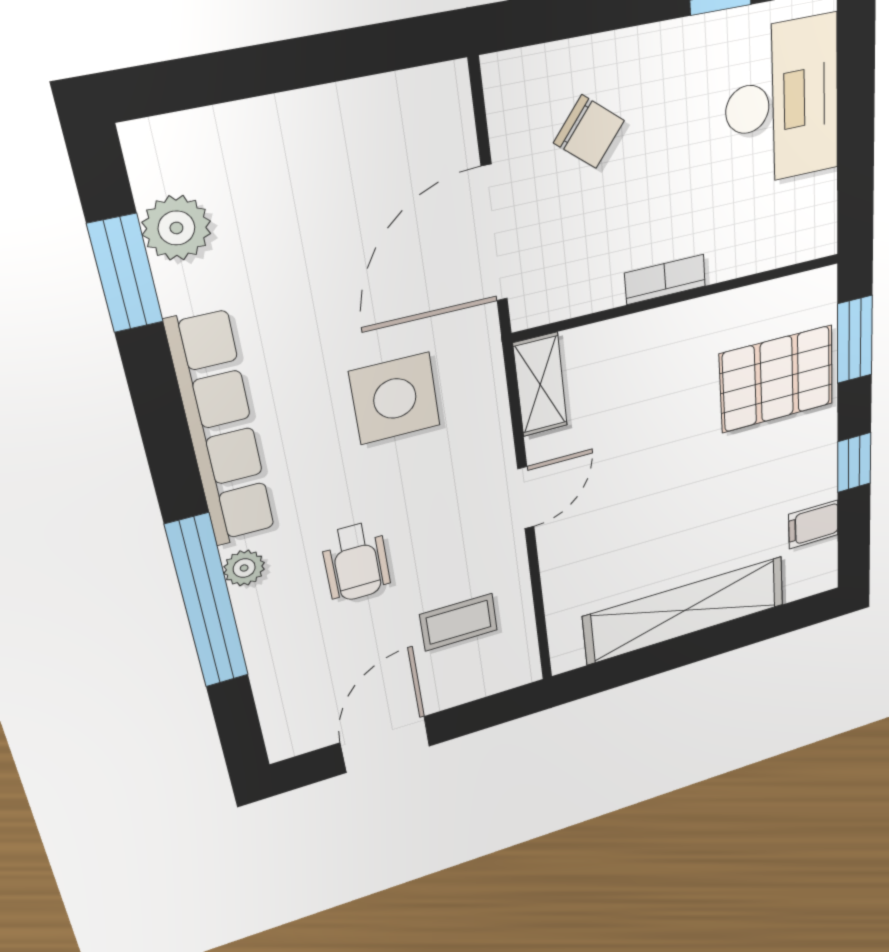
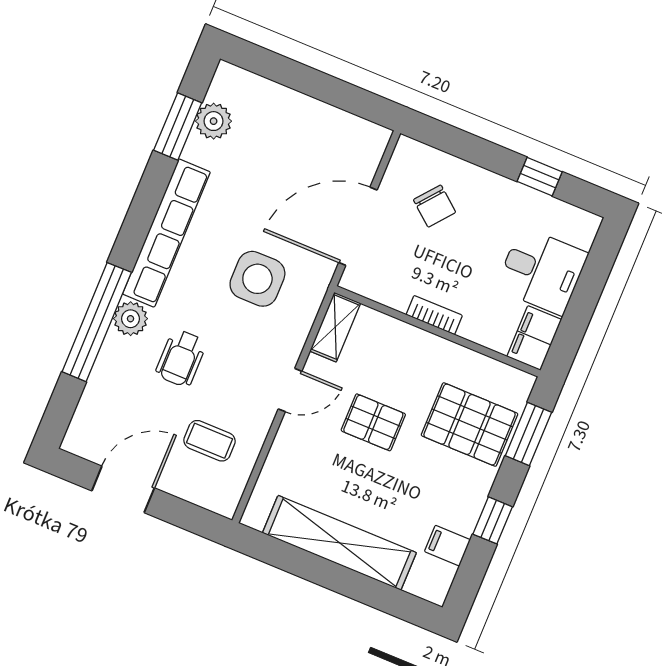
desk: (782, 102) -> (542, 271), width x0.73
filing cabinet: (811, 219) -> (534, 338), added
pallet: (655, 460) -> (373, 422), added
plant: (244, 568) -> (131, 319), width x1.38, depth x1.38

